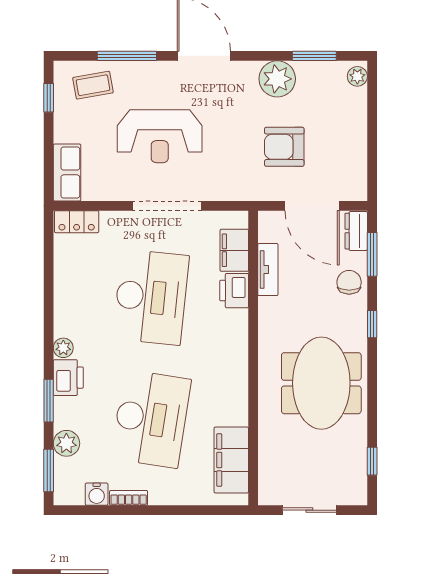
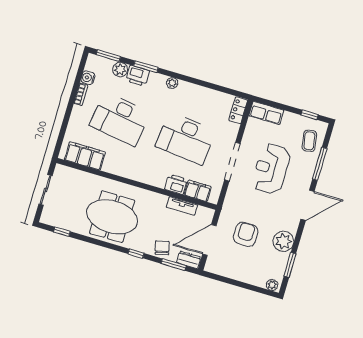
chair: (349, 282) -> (162, 248), turned -104
printer: (68, 378) -> (138, 76), moved

